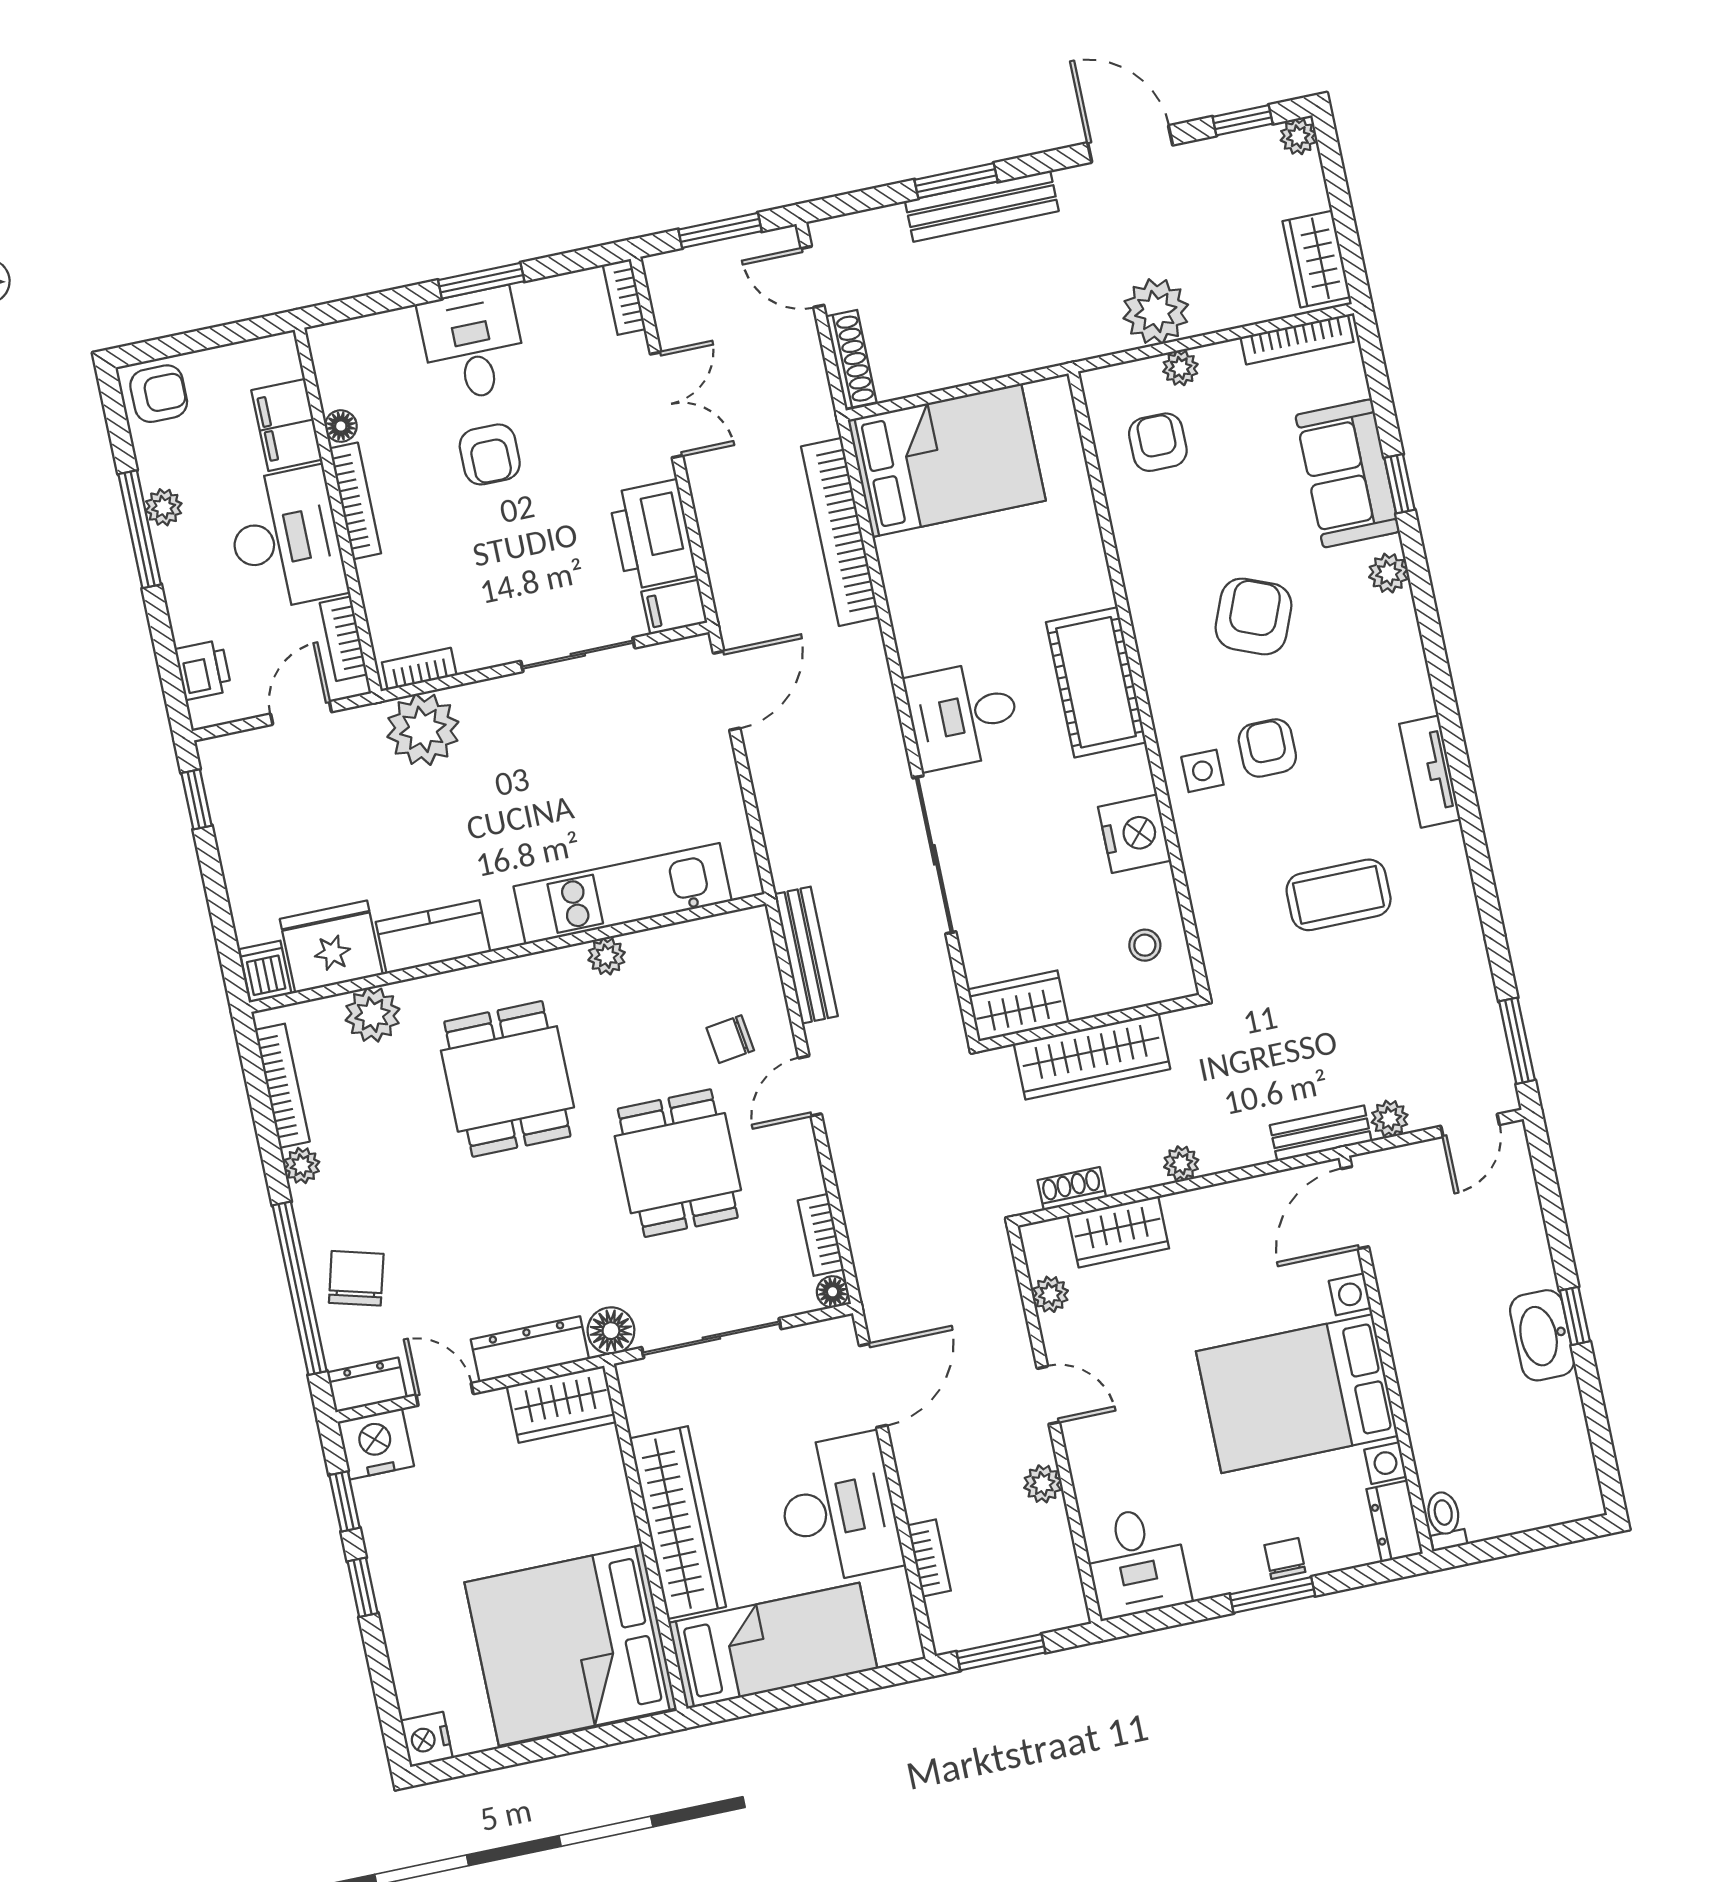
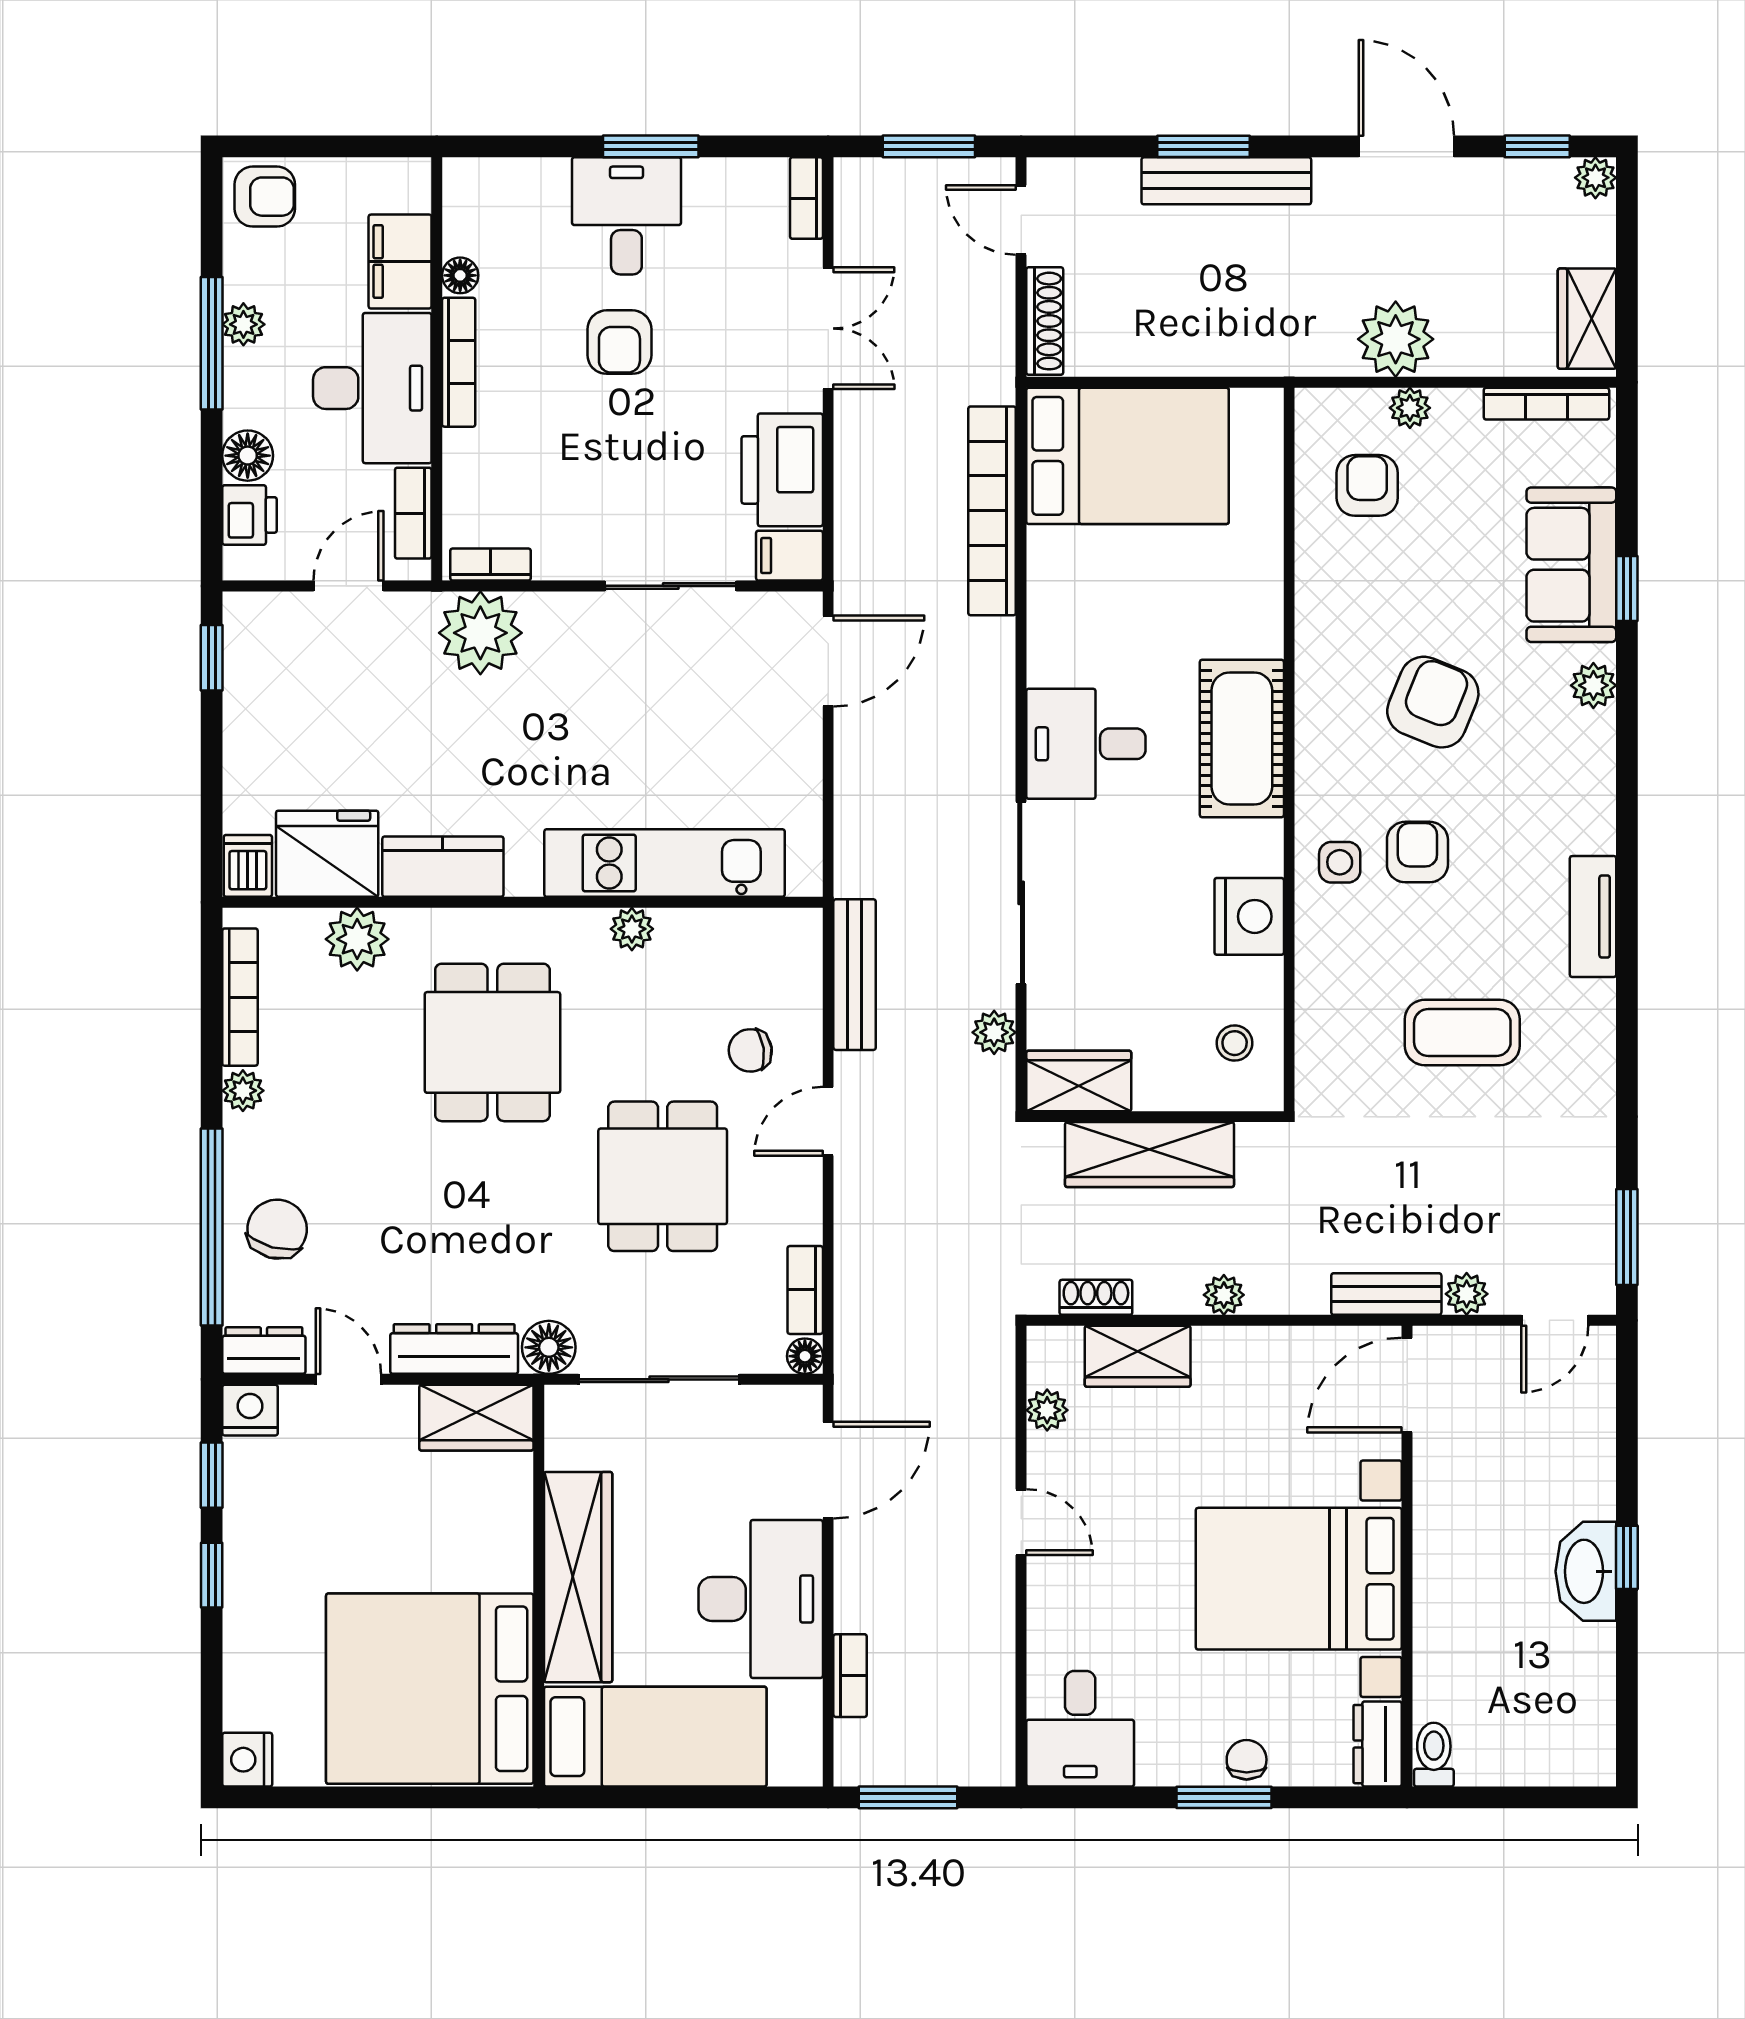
floor lamp: (191, 619) -> (248, 456), added
nightstand: (376, 1444) -> (250, 1410), width x0.74, depth x0.75
plant: (1043, 1484) -> (994, 1032), moved

